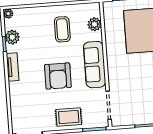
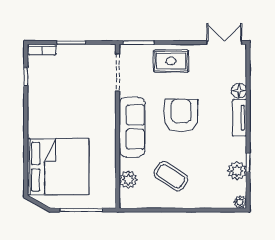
coffee table: (62, 29) -> (171, 176), turned -57
tv unit: (13, 67) -> (239, 118), moved
floor lamp: (15, 98) -> (239, 91), added

